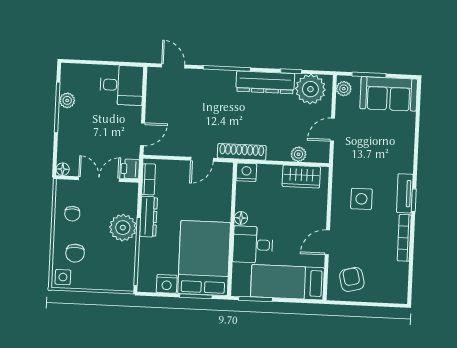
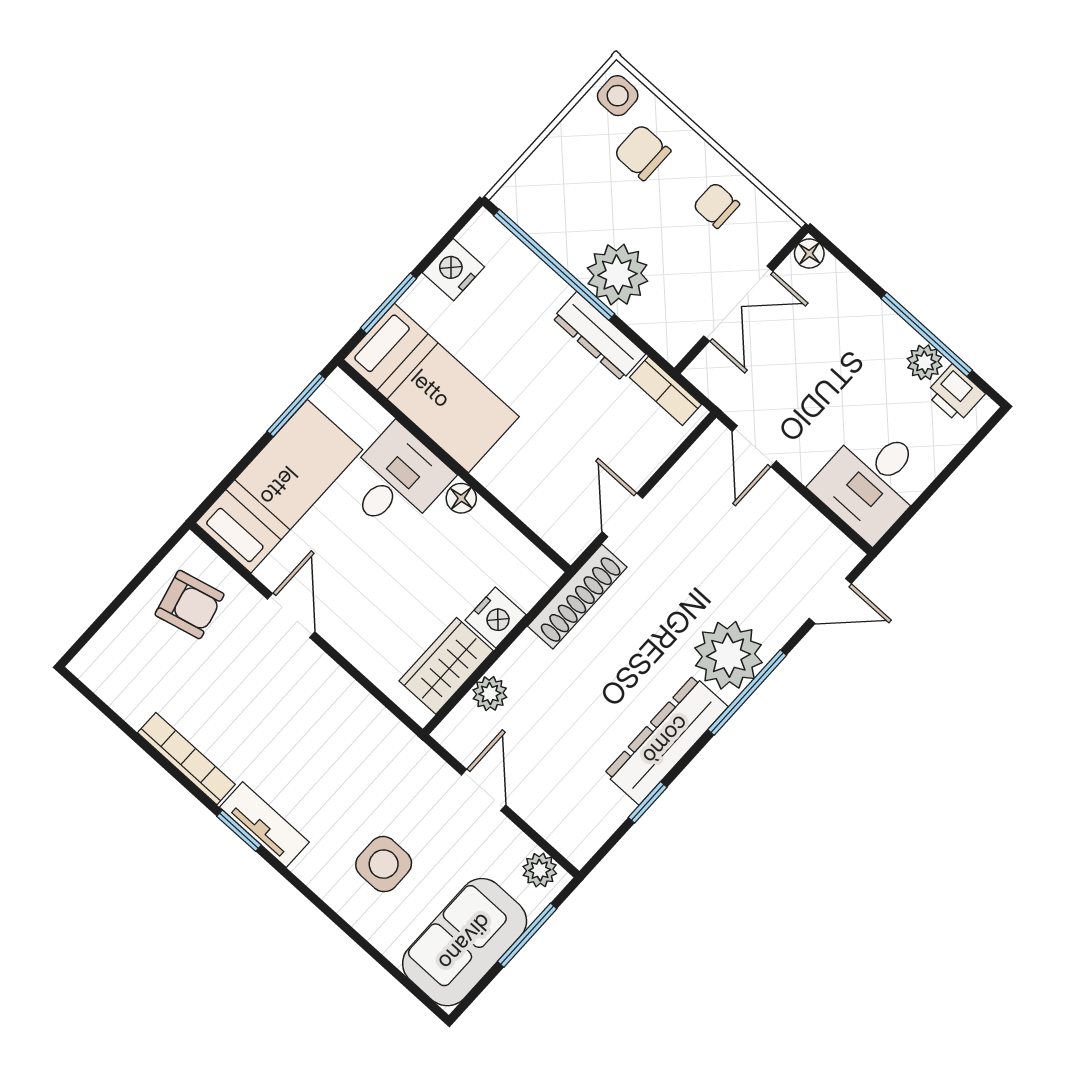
plant: (310, 89) -> (728, 655), moved
printer: (130, 169) -> (955, 394), moved, turned 180
nightstand: (246, 172) -> (496, 617), moved
side table: (361, 199) -> (384, 864), moved
bed: (204, 258) -> (431, 388), width x0.67

